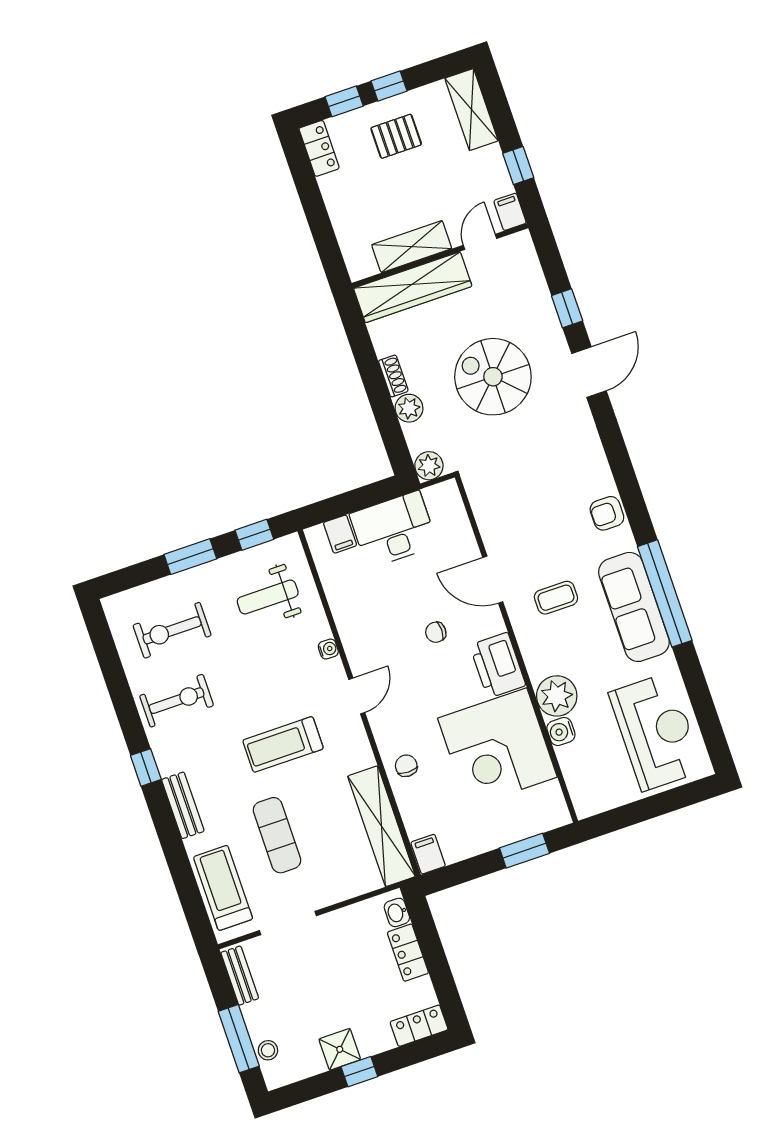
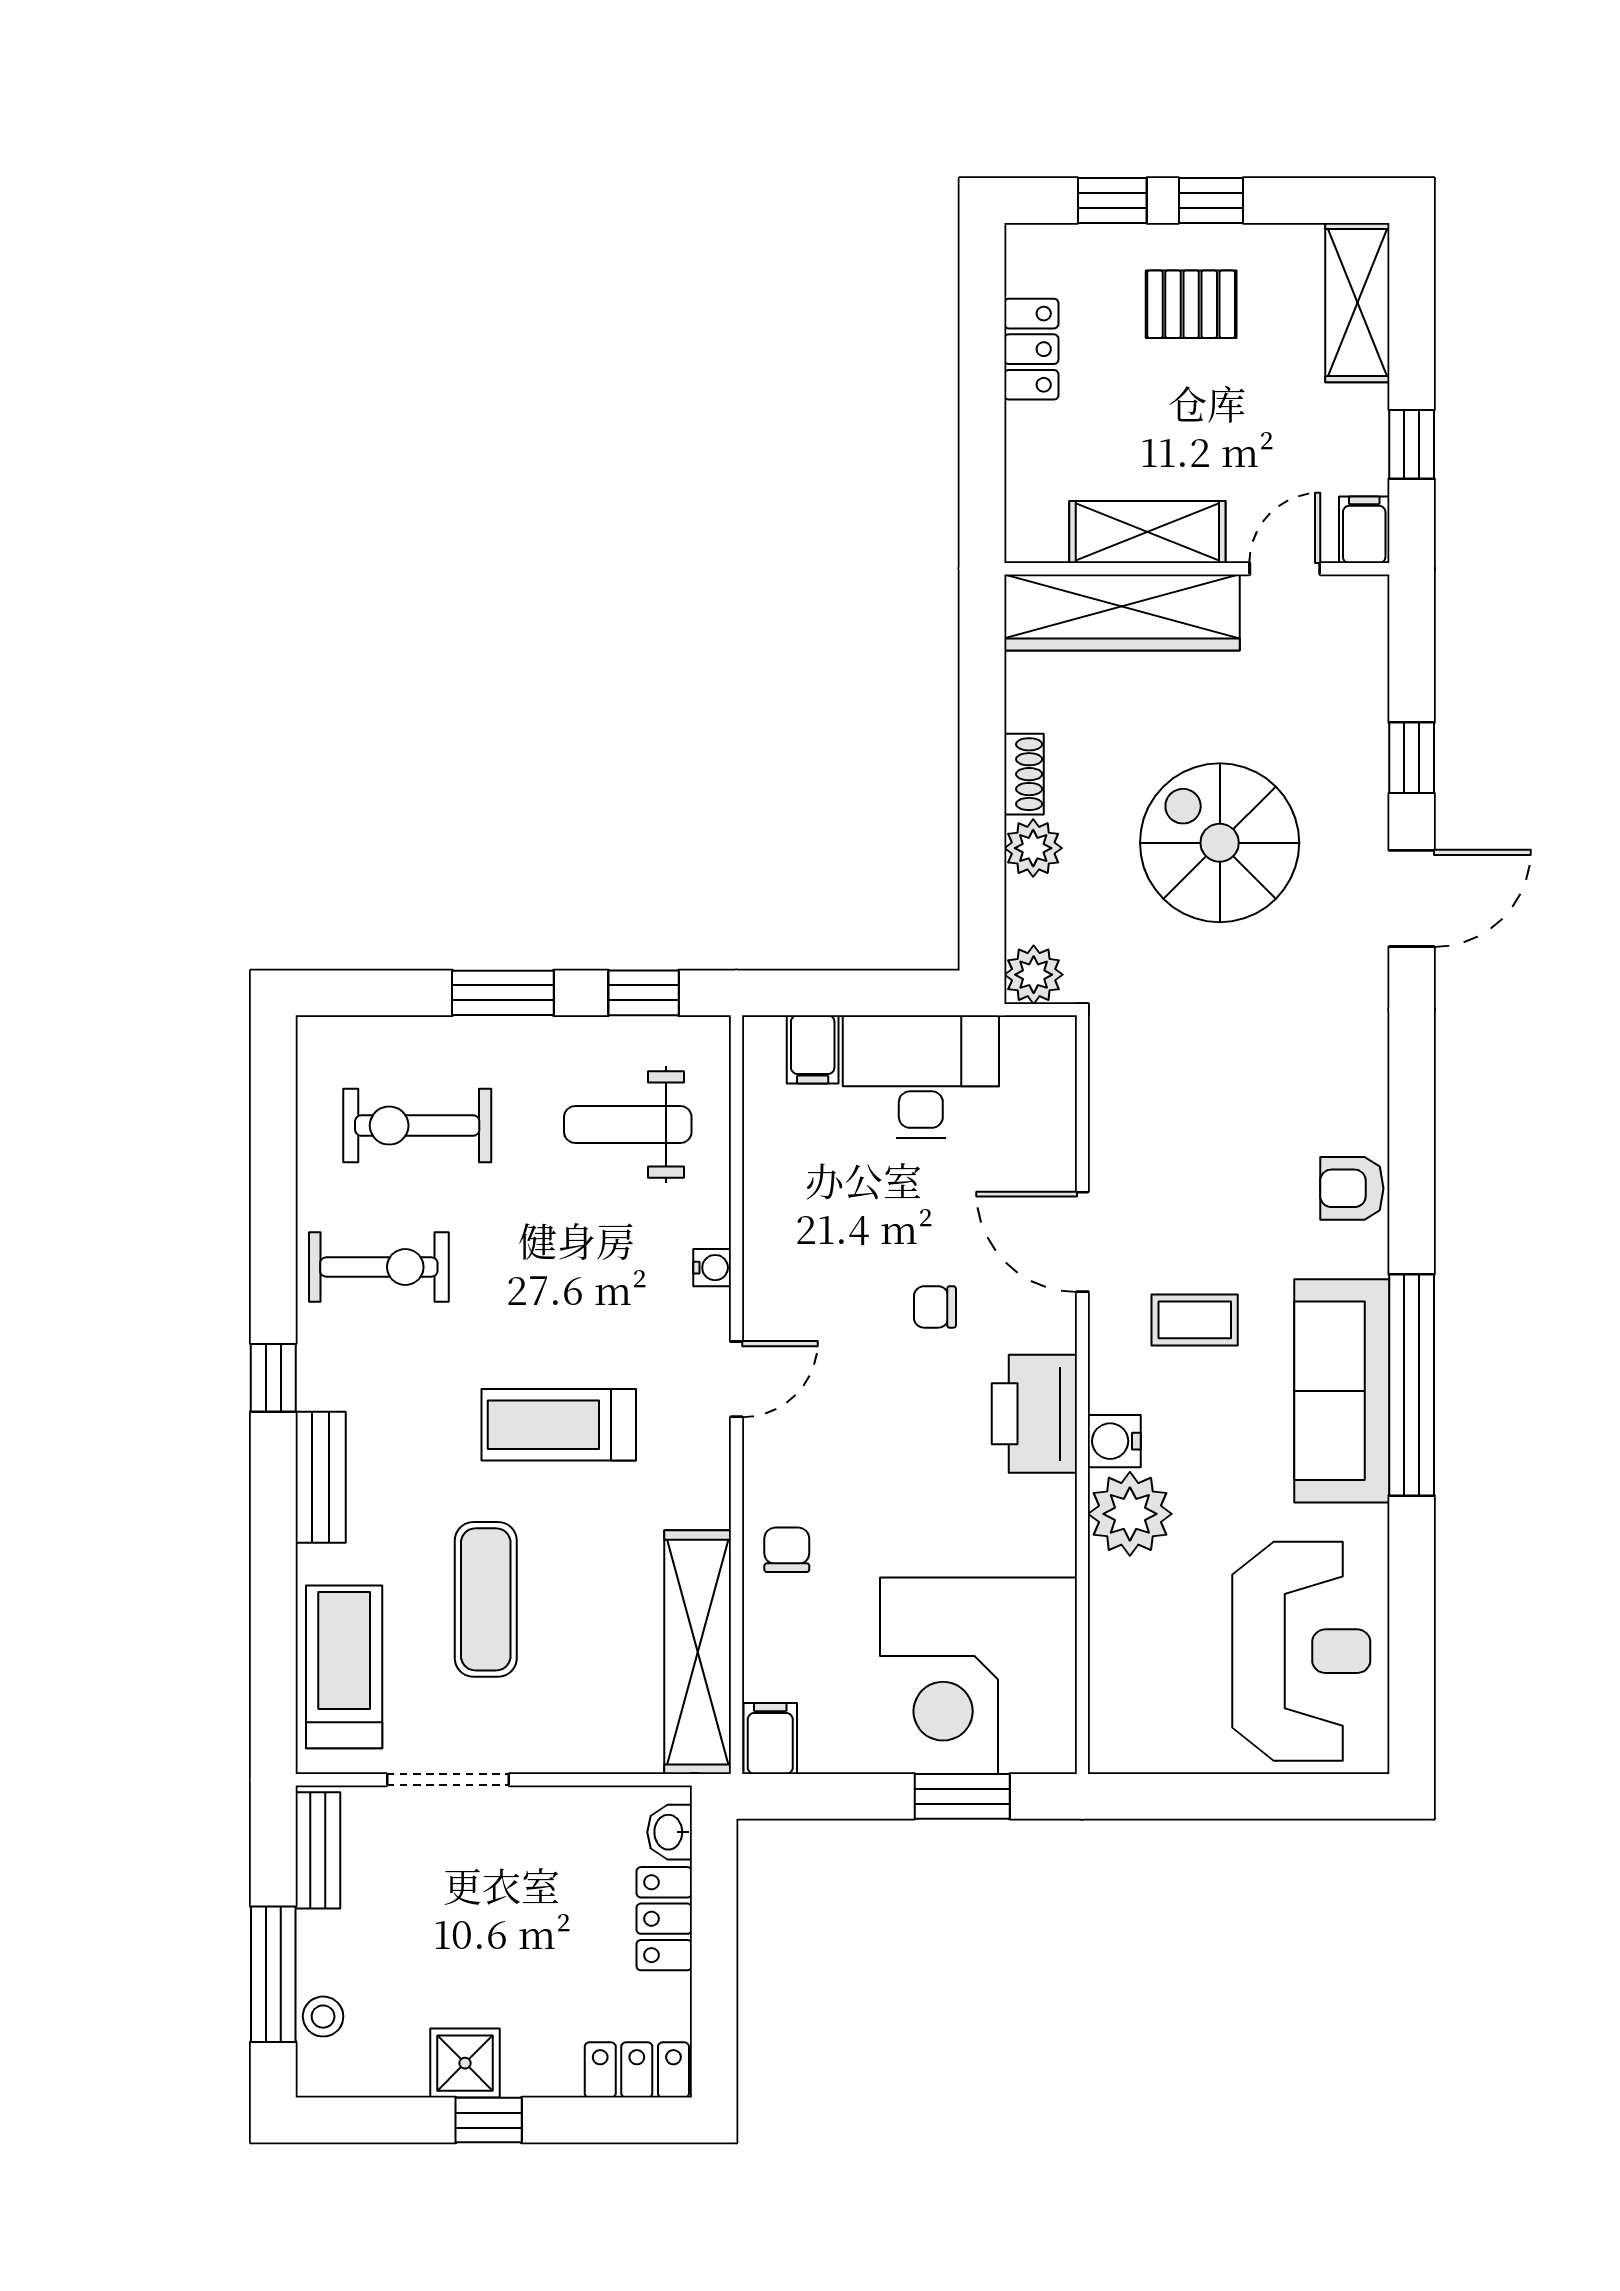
locker: (319, 148) -> (1031, 349), moved
water cooler: (561, 731) -> (1114, 1441), moved
corner desk: (497, 748) -> (978, 1676), moved

